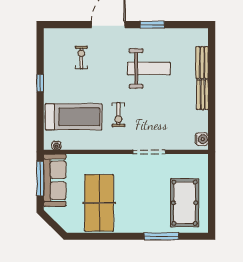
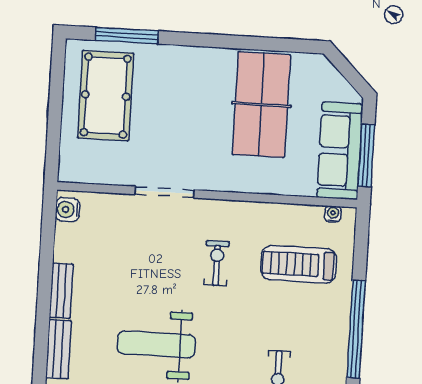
window: (40, 83) -> (356, 329), width x3.17
treadmill: (74, 117) -> (299, 264), width x0.73, depth x0.73
window: (161, 236) -> (127, 36), moved

